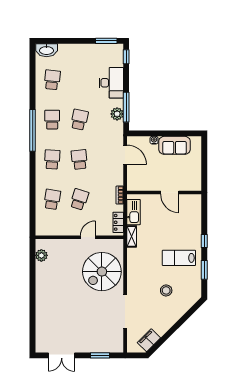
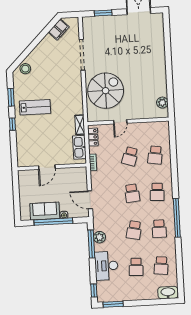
school desk: (79, 80) -> (136, 267), added
window: (166, 133) -> (53, 222), added
door: (170, 193) -> (47, 167), swing flipped
stool: (166, 290) -> (25, 69), moved

